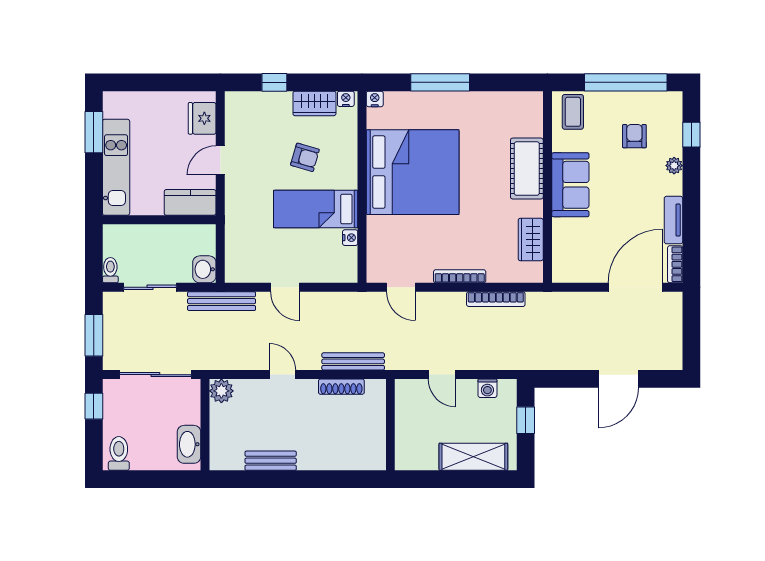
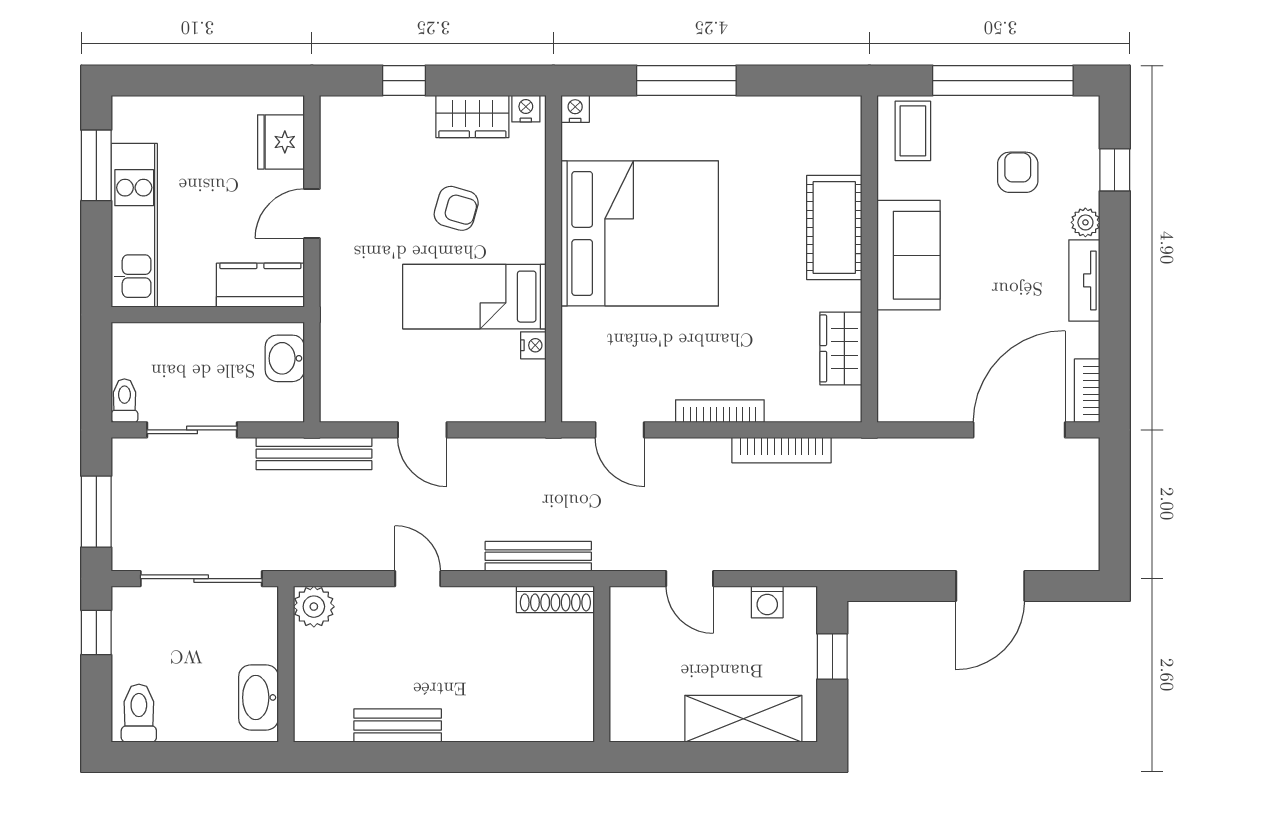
tv unit: (673, 220) -> (1084, 280), moved
washbasin: (204, 269) -> (285, 358), moved
shoe rack: (341, 387) -> (555, 599), moved

